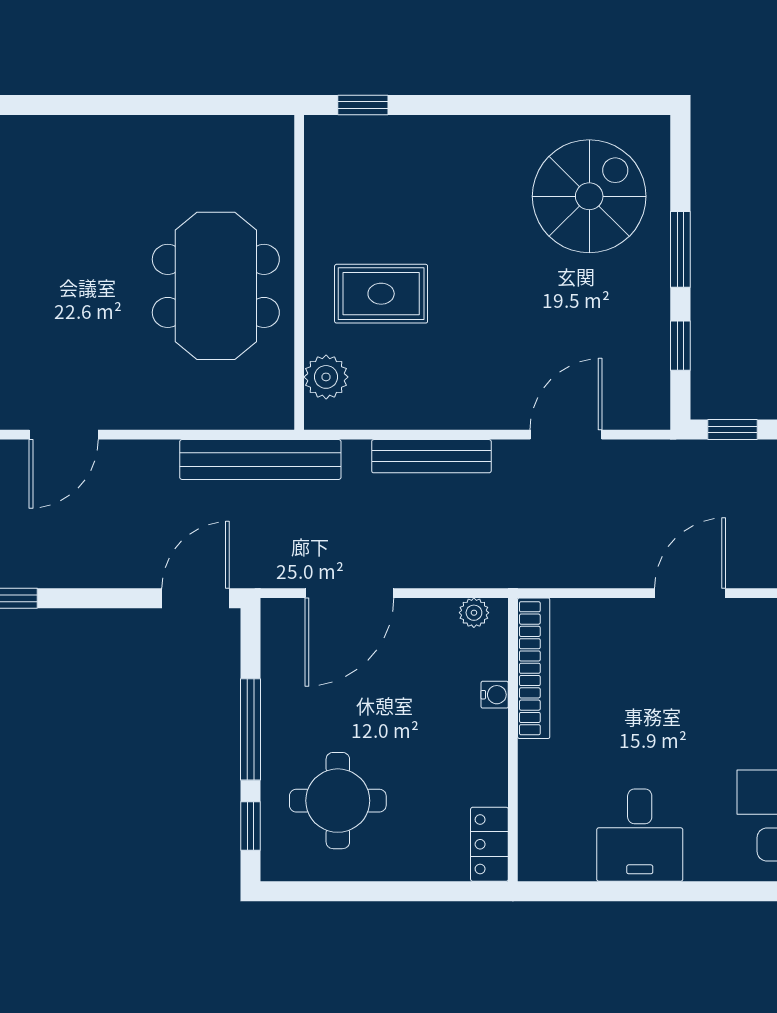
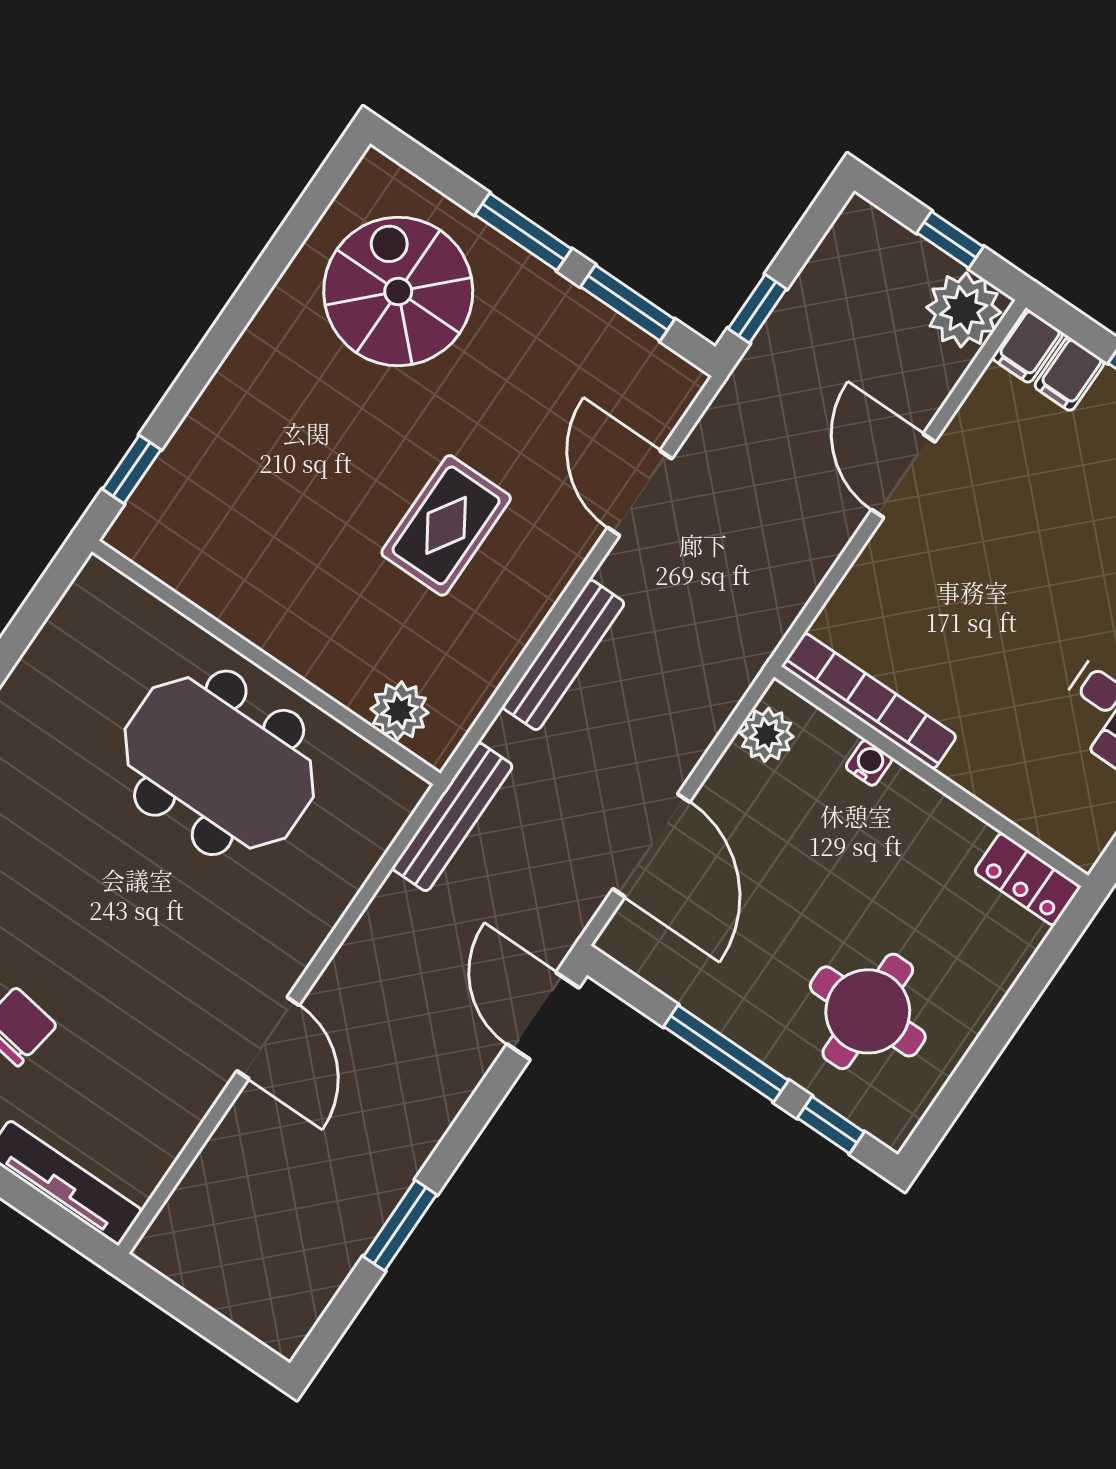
rug: (381, 294) -> (446, 525), moved
window: (680, 346) -> (628, 303), width x1.50
bench: (260, 460) -> (453, 817), width x0.73, depth x0.82
plant: (474, 613) -> (767, 735), width x1.38, depth x1.38

